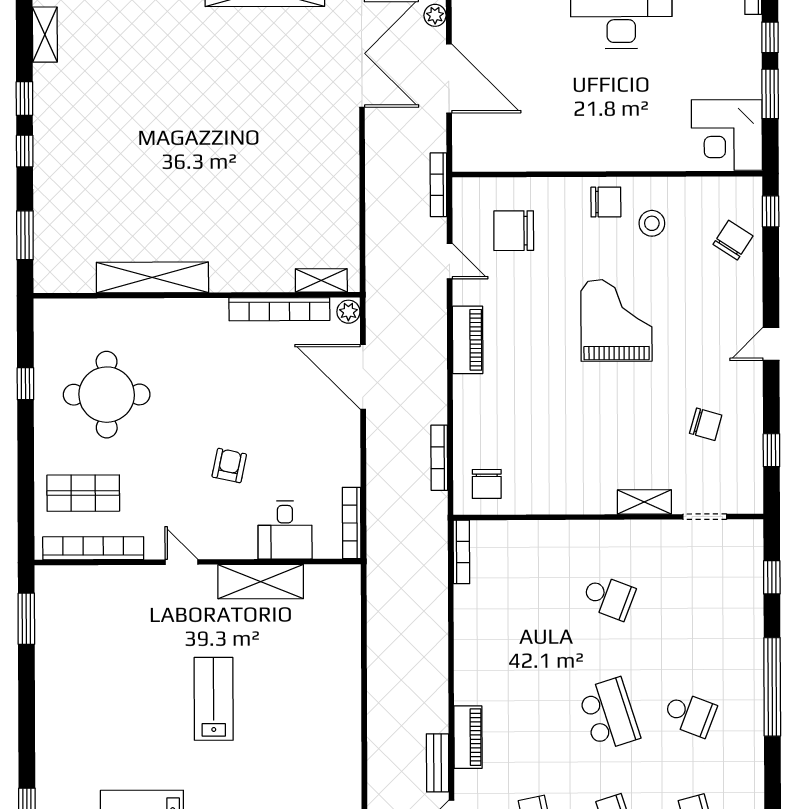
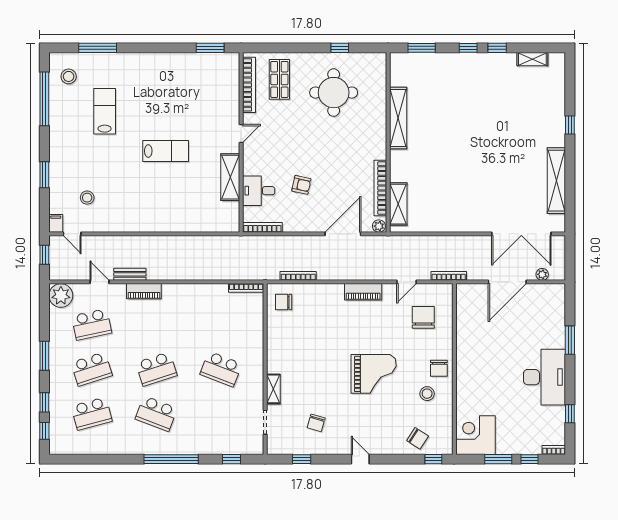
shelving: (321, 280) -> (398, 204), width x1.50, depth x1.33
armchair: (229, 466) -> (301, 185), moved
school desk: (609, 597) -> (221, 369), width x1.85
school desk: (690, 714) -> (156, 414), width x1.85

